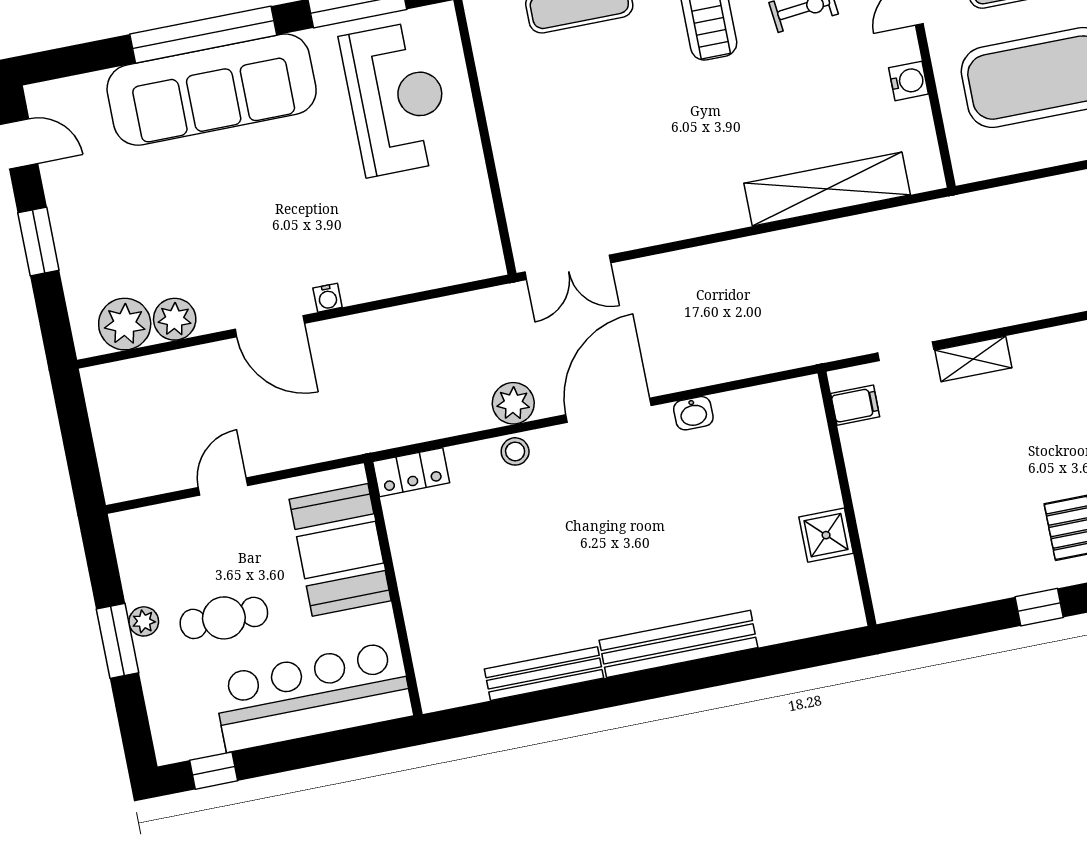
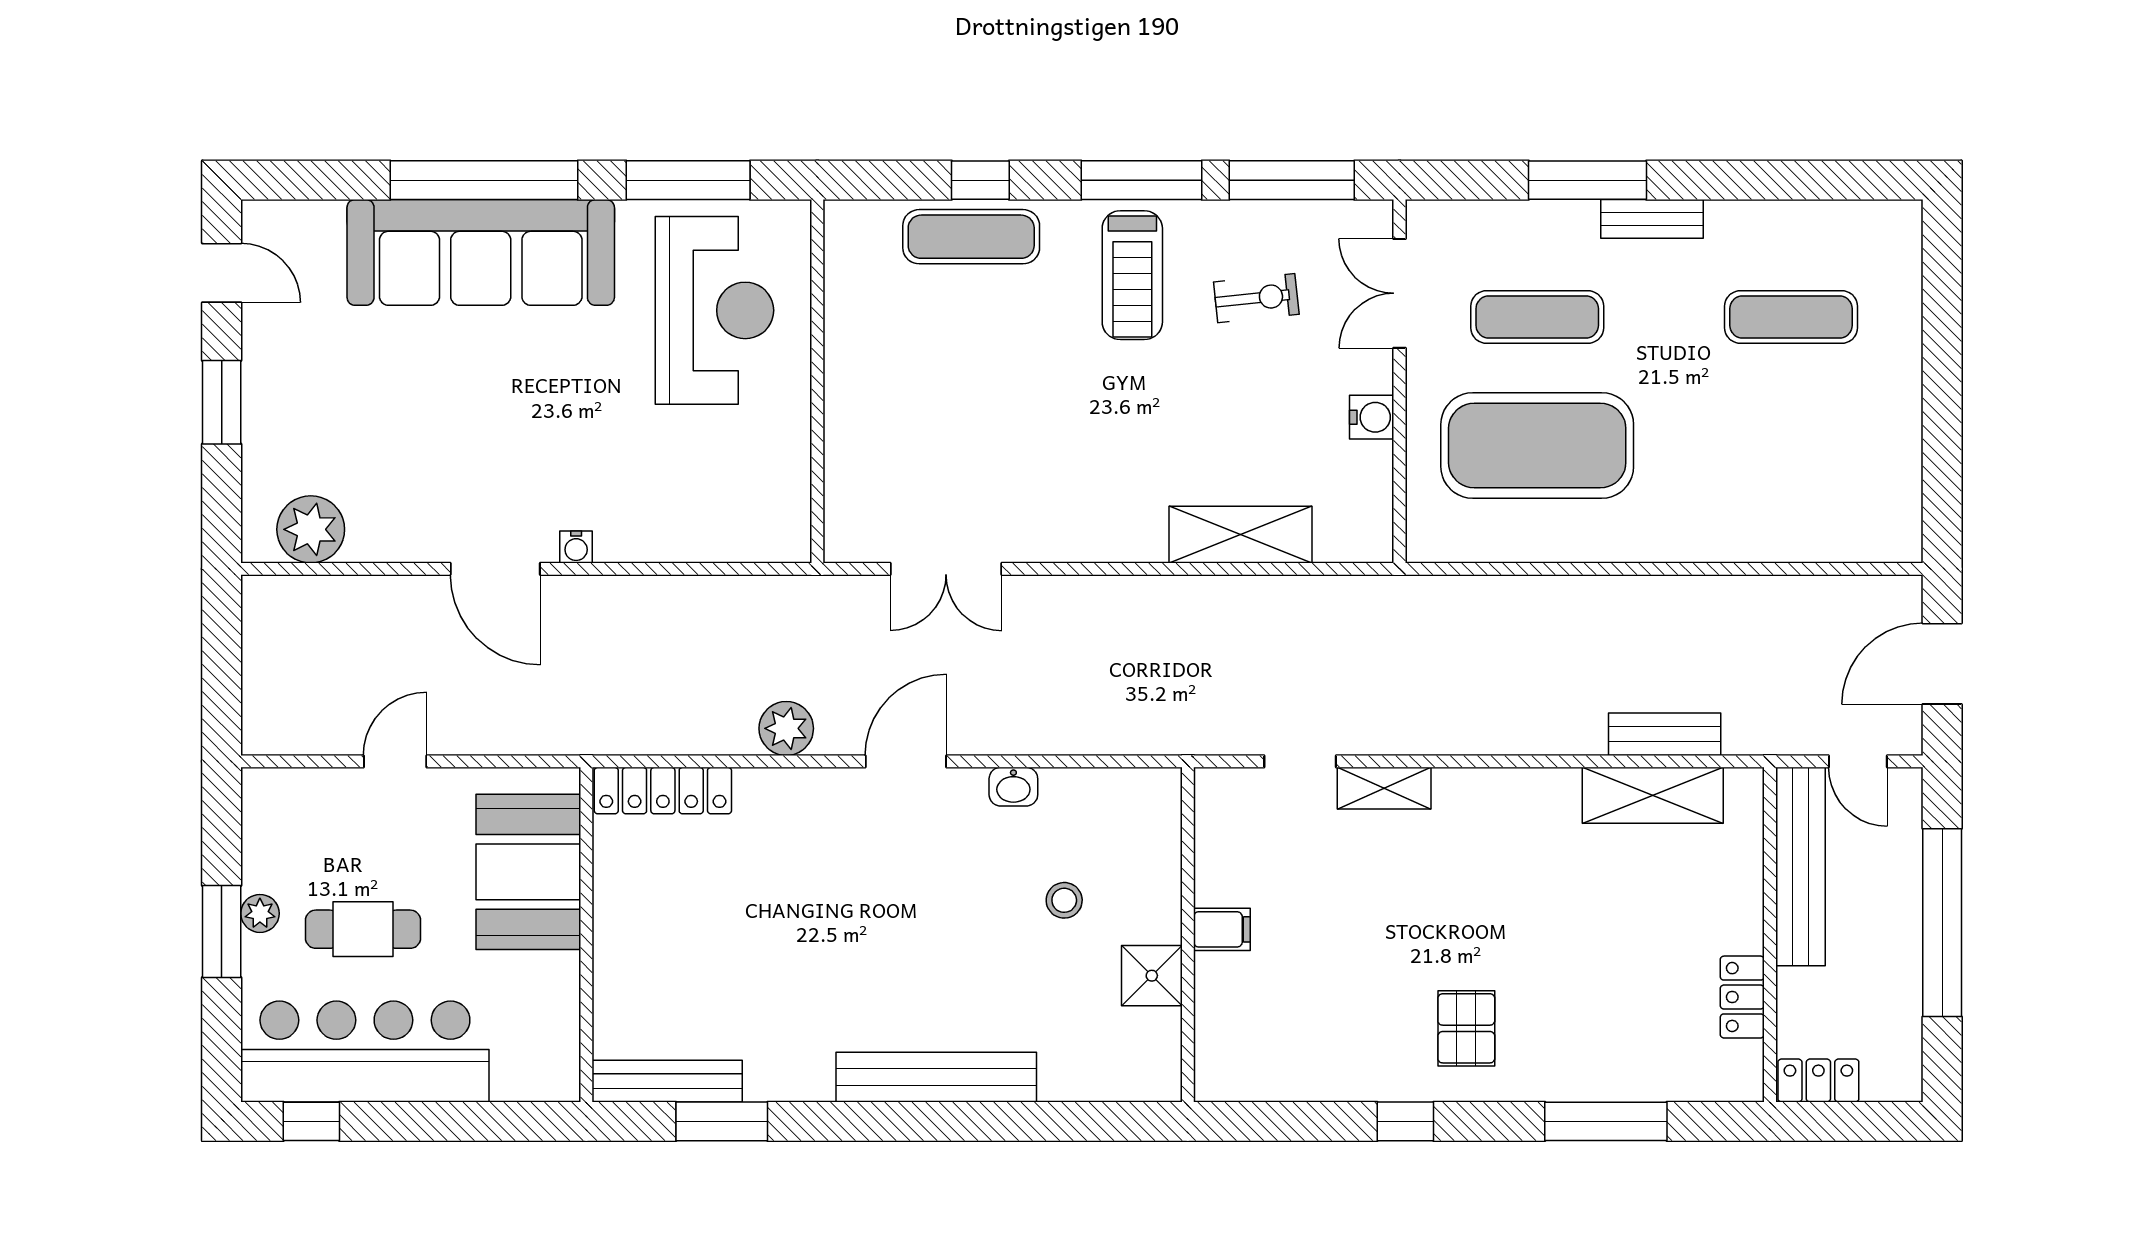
shelving: (827, 189) -> (1241, 535), width x0.68
double door: (568, 267) -> (946, 569), moved
plant: (175, 319) -> (376, 536), removed
filing cabinet: (855, 405) -> (1222, 929), moved
door: (608, 410) -> (906, 761), width x0.73
stool: (515, 451) -> (1064, 900), moved
locker: (411, 472) -> (663, 791), width x1.53
bench: (544, 674) -> (667, 1081), moved
bar counter: (313, 696) -> (365, 1051), moved
window: (523, 709) -> (722, 1121), added

